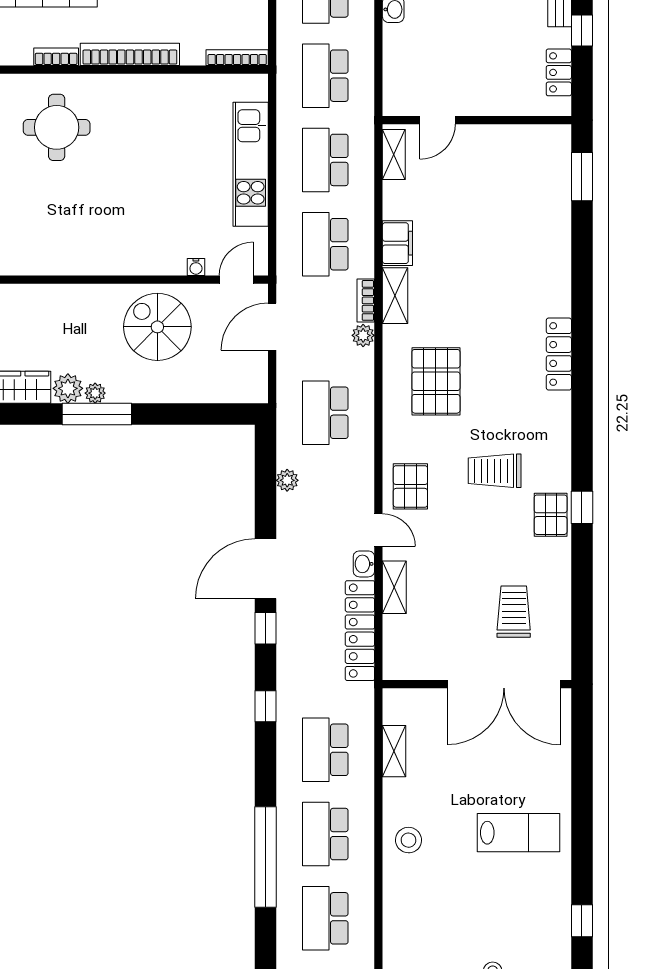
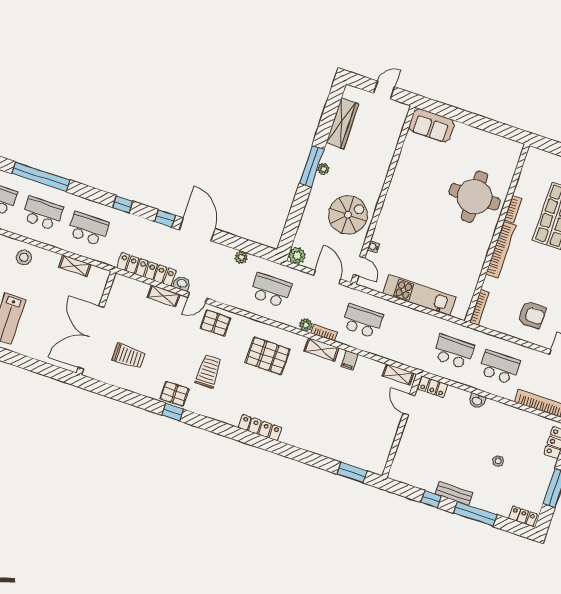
locker: (559, 72) -> (433, 387), moved, turned 180
round table: (57, 127) -> (474, 197), width x1.36, depth x1.36
school desk: (325, 160) -> (408, 336), removed
filing cabinet: (397, 243) -> (350, 360), width x0.50
plant: (68, 388) -> (297, 256), moved

